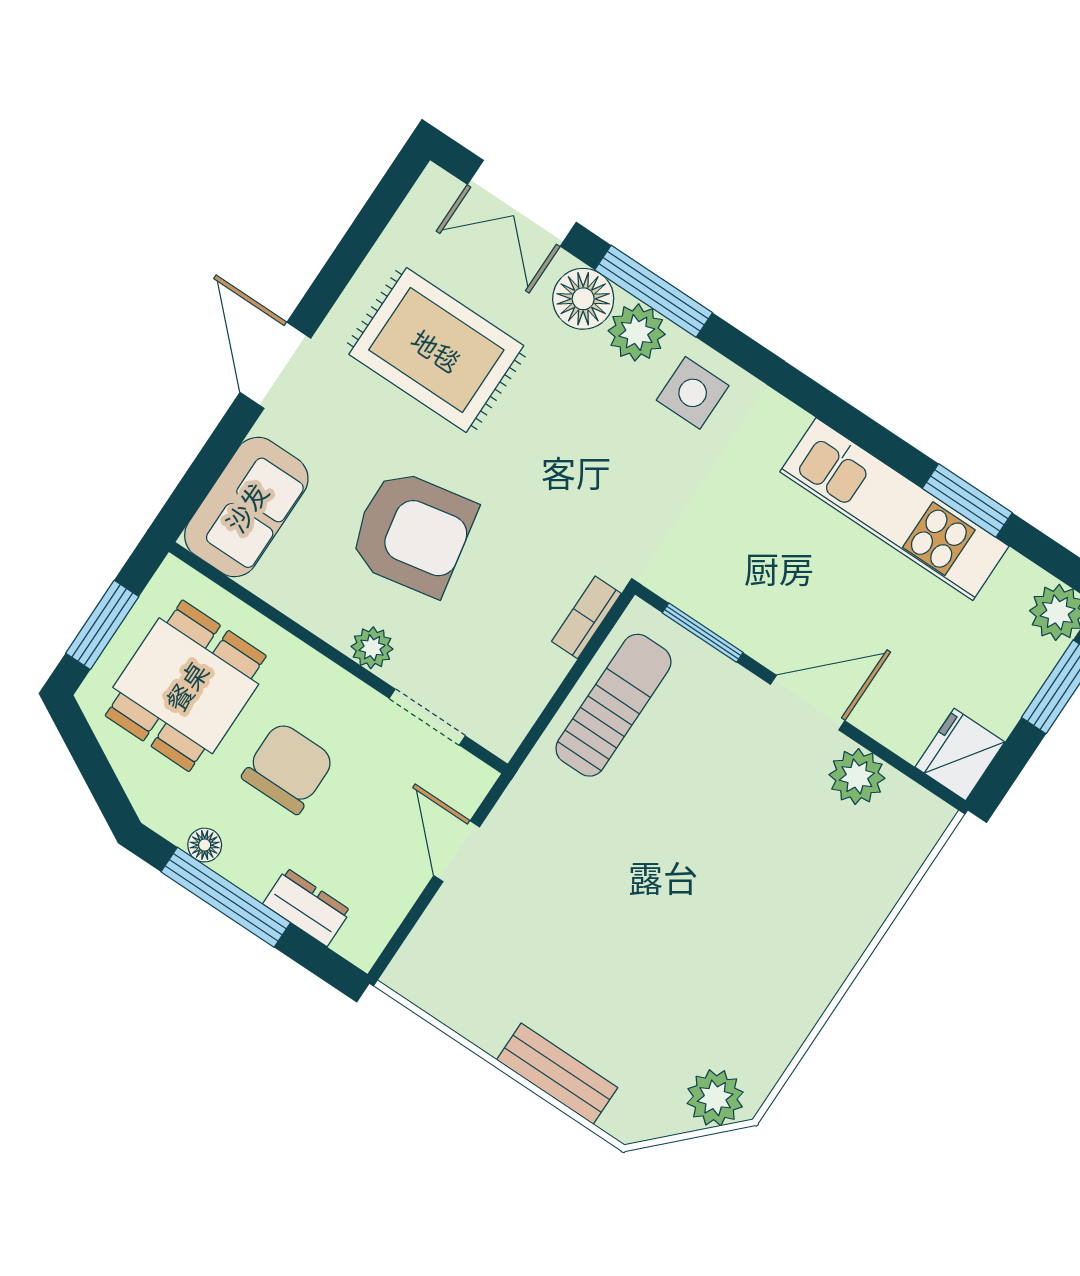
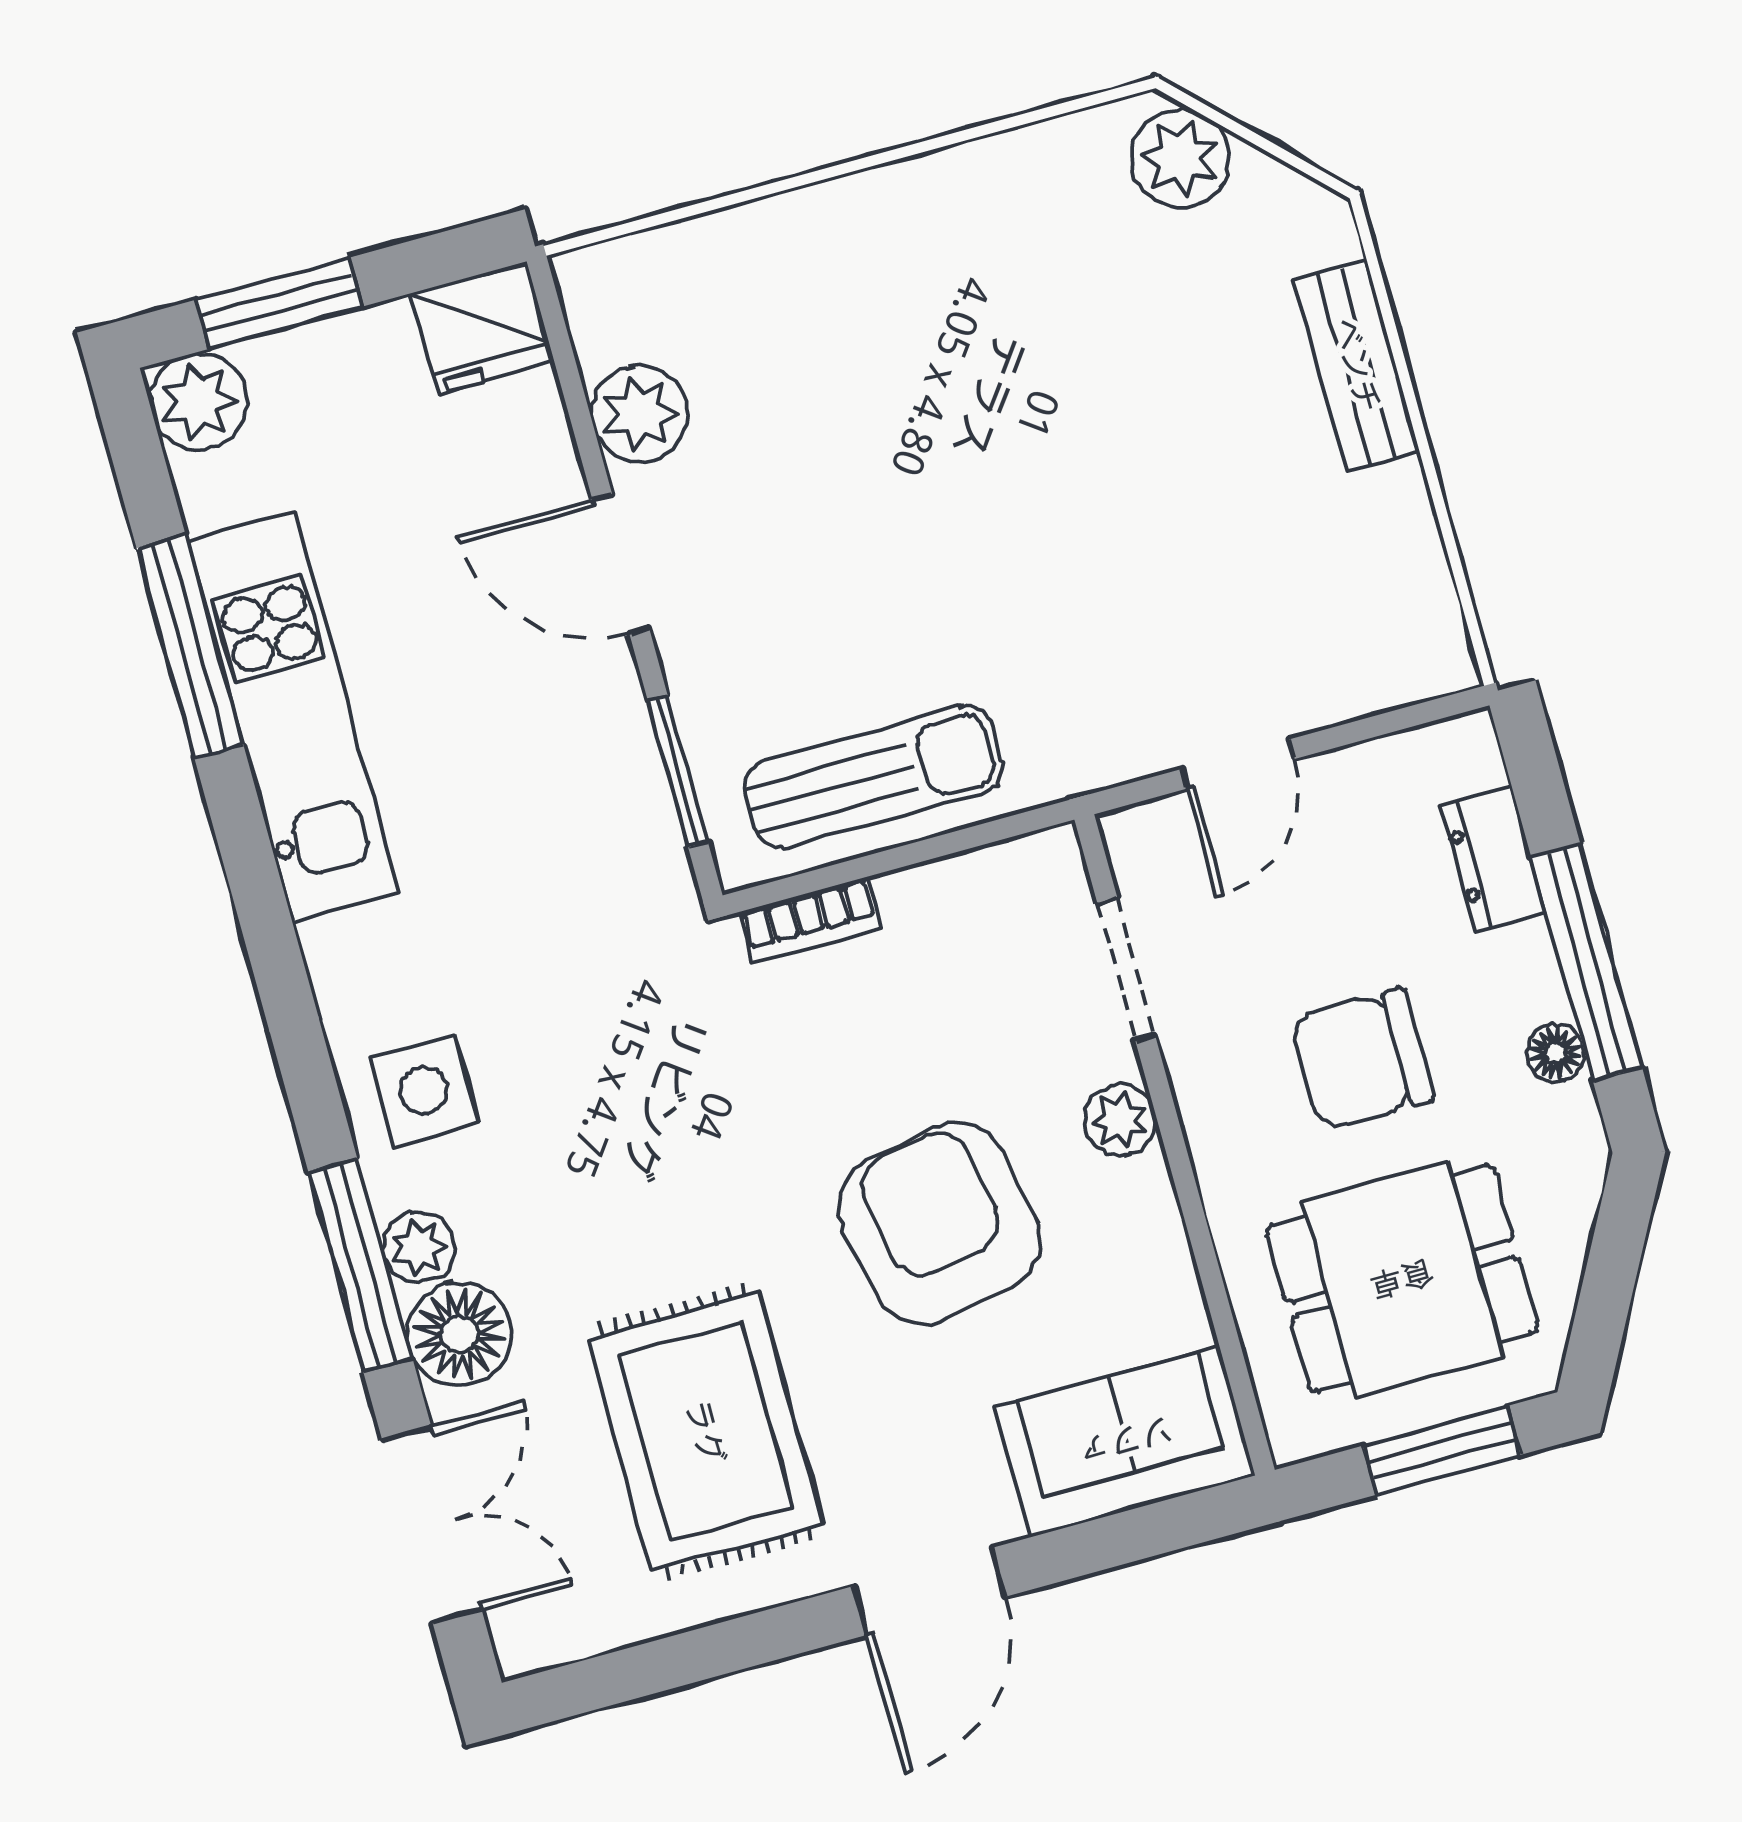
plant: (637, 332) -> (419, 1247), width x0.73, depth x0.73
window: (967, 500) -> (190, 646), width x1.44
sun lounger: (613, 705) -> (873, 777), turned 180

